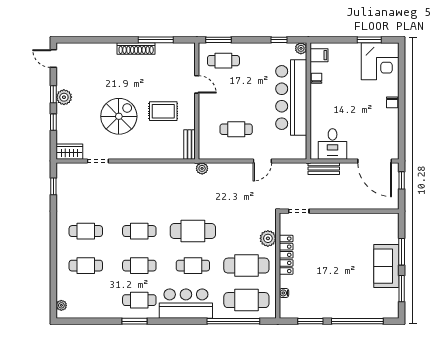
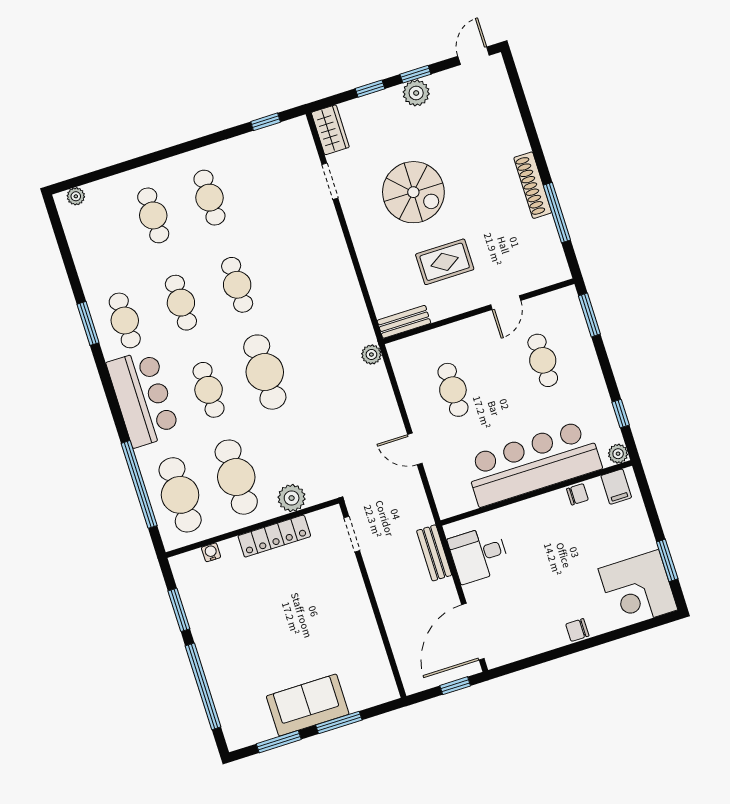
cafe table: (223, 61) -> (543, 360), moved
rug: (163, 111) -> (445, 262), turned 90

